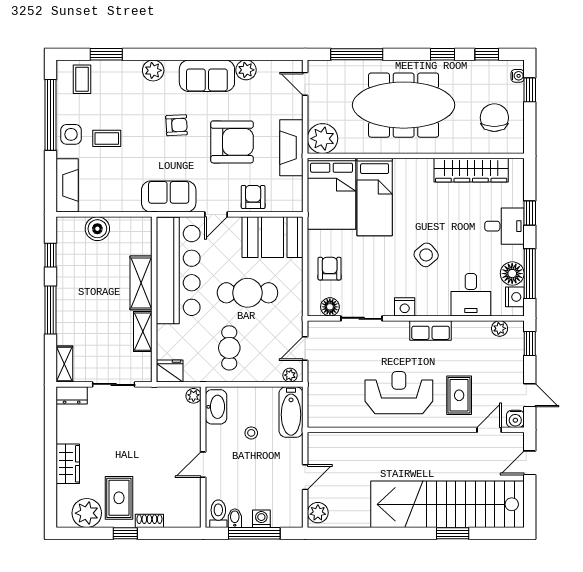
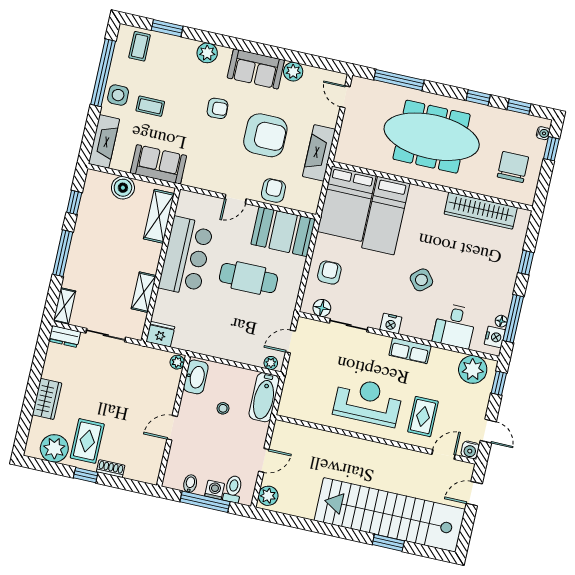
plant: (323, 139) -> (350, 151), removed
sofa: (169, 196) -> (158, 164), moved
desk: (504, 226) -> (500, 269), removed
bar counter: (178, 270) -> (186, 256), width x0.73
floor lamp: (512, 274) -> (501, 321), width x0.53, depth x0.53
shelving: (141, 283) -> (159, 216), moved
plant: (500, 328) -> (473, 369), width x1.88, depth x1.88
cafe table: (229, 348) -> (220, 325), removed
toilet: (218, 514) -> (233, 489), moved

